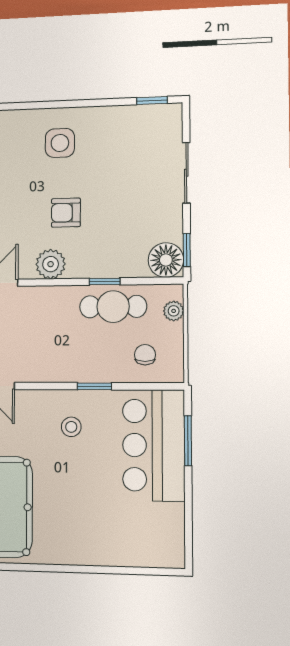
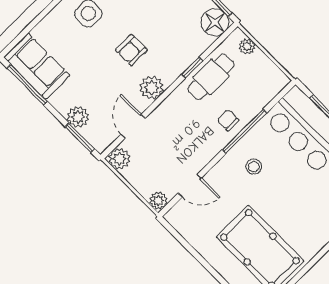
chair: (145, 355) -> (228, 120), moved
window: (94, 386) -> (244, 131), width x2.17

